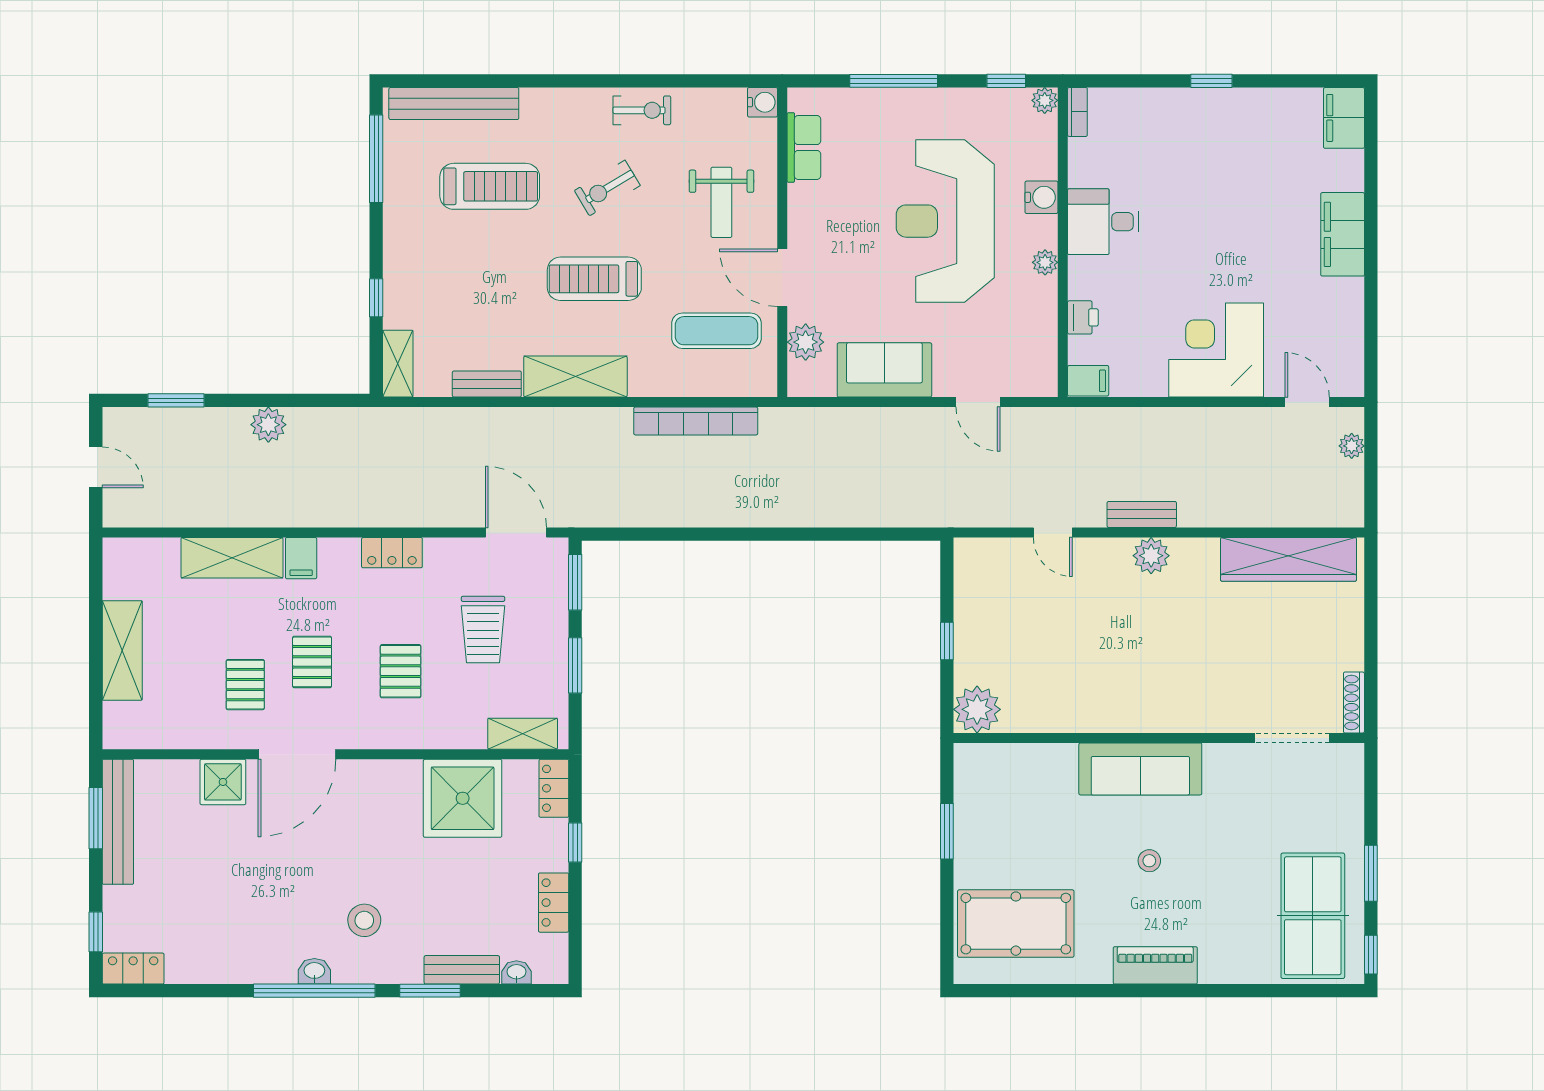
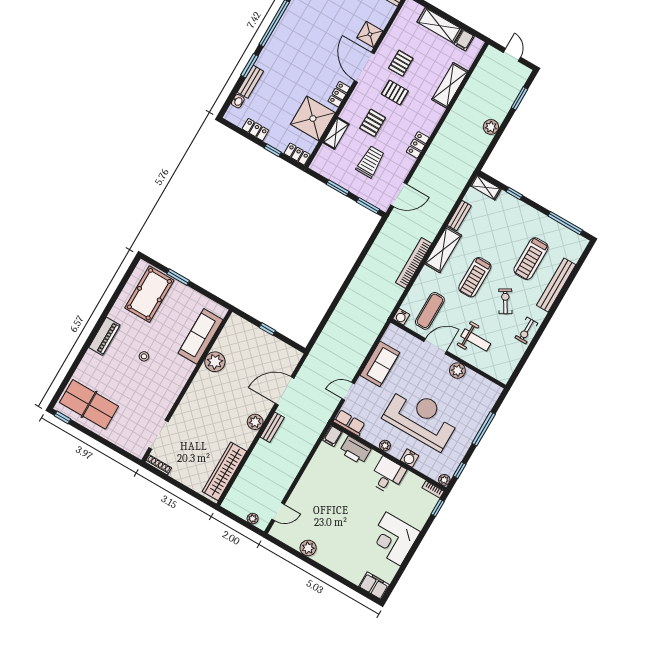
window: (1211, 81) -> (438, 508), moved
water cooler: (762, 102) -> (401, 317), moved
bench: (454, 104) -> (556, 285), moved
row of seats: (804, 147) -> (349, 423), moved, turned 180
weight bench: (721, 202) -> (476, 340), turned 180
filing cabinet: (1343, 234) -> (332, 560), removed
treadmill: (594, 279) -> (475, 277), turned 180
plant: (1346, 298) -> (308, 548), added
printer: (1083, 317) -> (355, 450), width x1.87, depth x1.48
plant: (806, 342) -> (457, 371), moved
corner desk: (1216, 350) -> (393, 539), moved, turned 180
bookcase: (696, 421) -> (414, 263), moved
door: (96, 467) -> (512, 55), swing flipped
door: (1053, 533) -> (285, 391), width x1.87
filing cabinet: (301, 558) -> (464, 40), moved, turned -90
trolley: (483, 630) -> (370, 162), turned 90
pallet: (401, 671) -> (373, 123), turned 90
pallet: (245, 685) -> (401, 63), turned 90
plant: (977, 709) -> (215, 362), moved
shelving: (523, 734) -> (336, 133), moved
sofa: (1140, 769) -> (200, 336), moved
locker: (382, 774) -> (339, 94), added
window: (947, 831) -> (178, 277), moved
window: (1371, 873) -> (92, 435), removed
stool: (364, 920) -> (289, 57), removed
washbasin: (314, 971) -> (281, 27), removed

